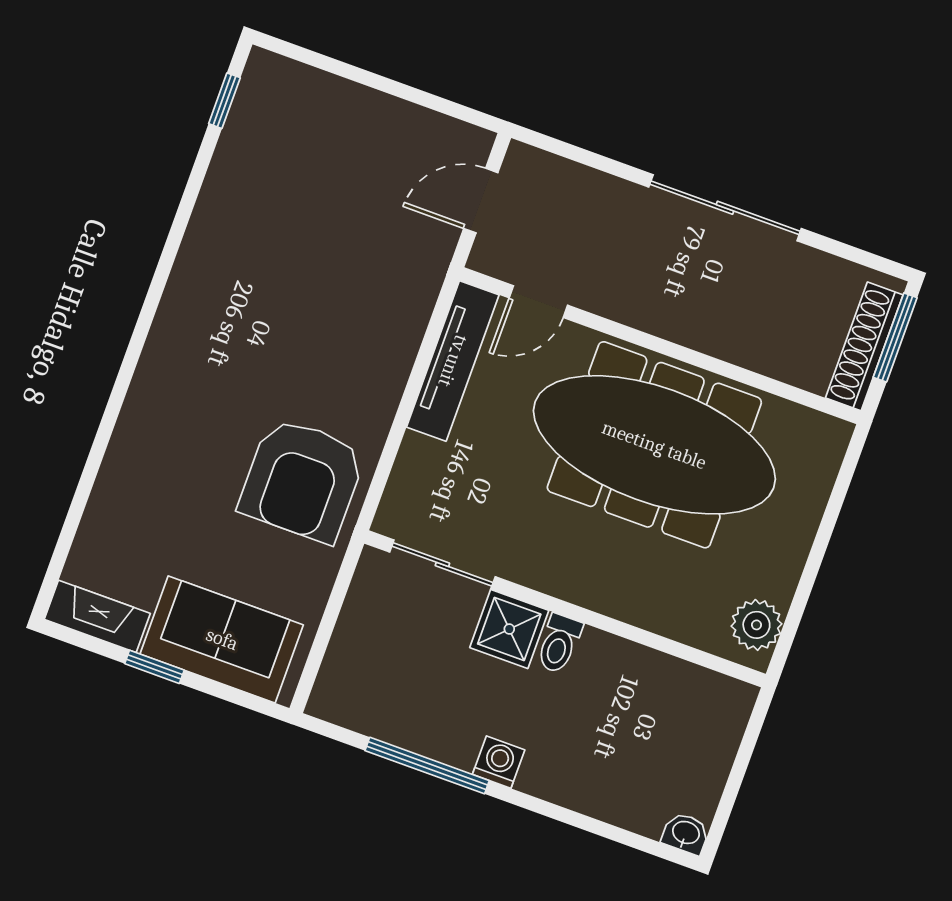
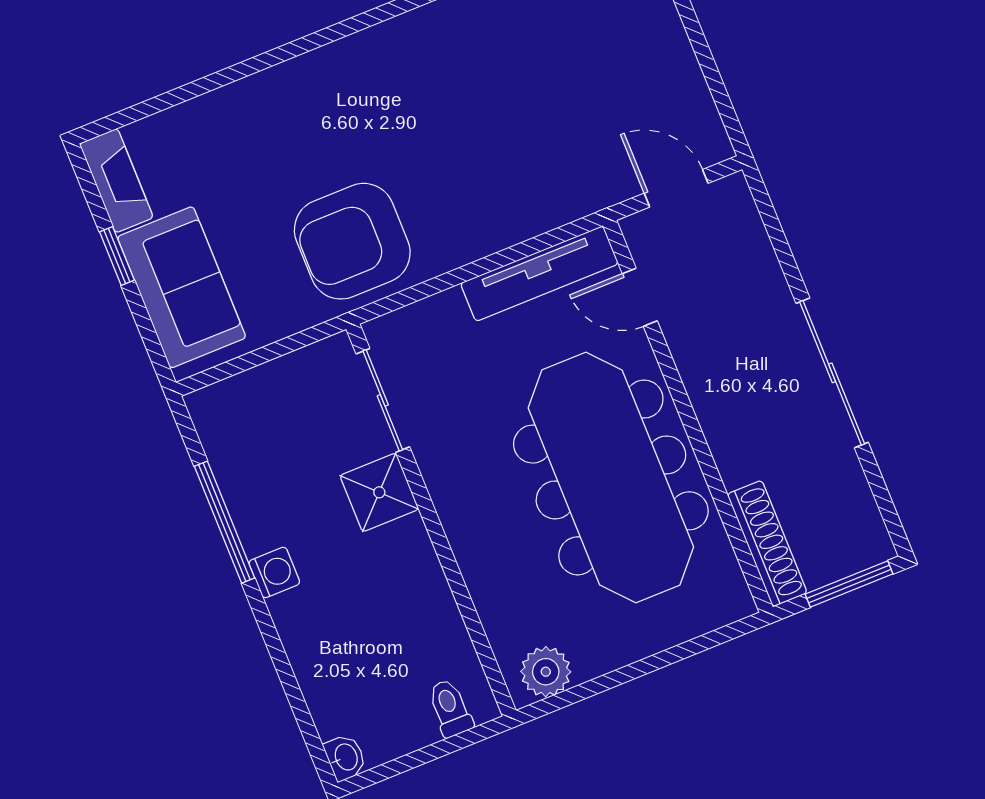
shoe rack: (864, 346) -> (767, 543), moved, turned 90
toilet: (559, 644) -> (450, 708), moved, turned 90

